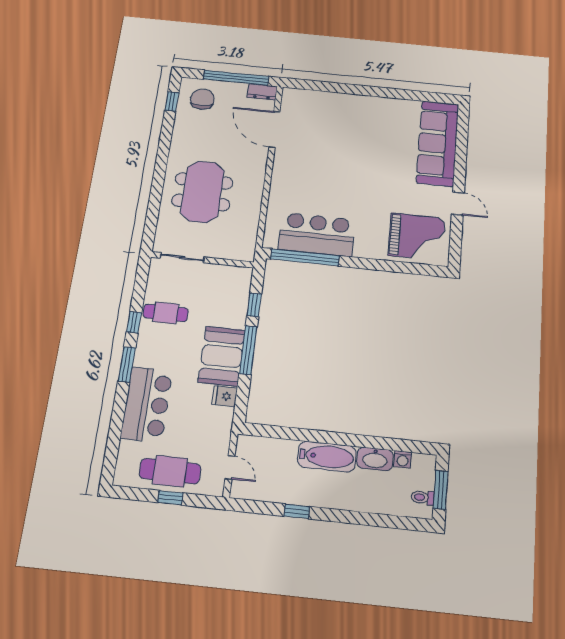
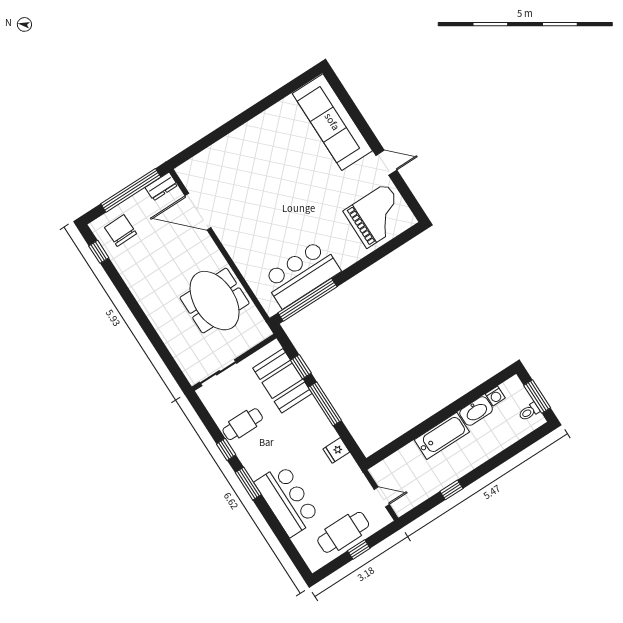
meeting table: (202, 192) -> (215, 301), moved
booth: (222, 356) -> (282, 381), moved

